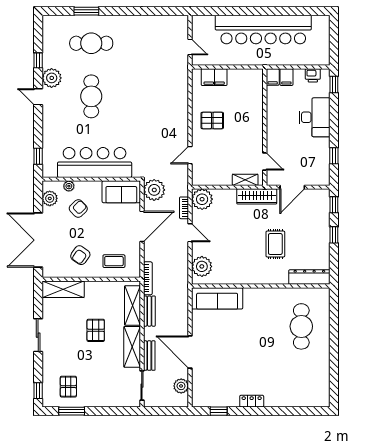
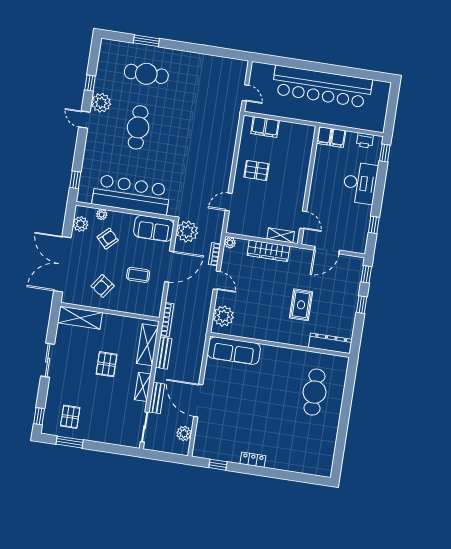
wardrobe: (257, 196) -> (268, 251), moved
plant: (202, 199) -> (230, 243), width x0.53, depth x0.53
coffee table: (114, 261) -> (138, 275), moved
shelving: (132, 347) -> (143, 387), width x0.67, depth x0.75

